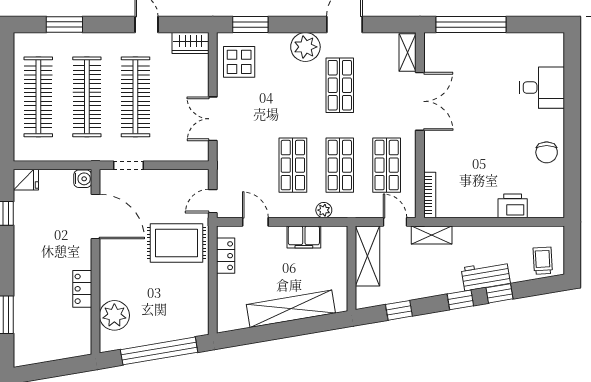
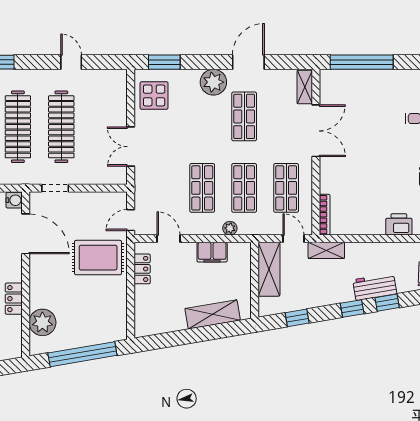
wardrobe: (191, 43) -> (111, 79), removed
shelving: (291, 309) -> (213, 314), width x0.68

